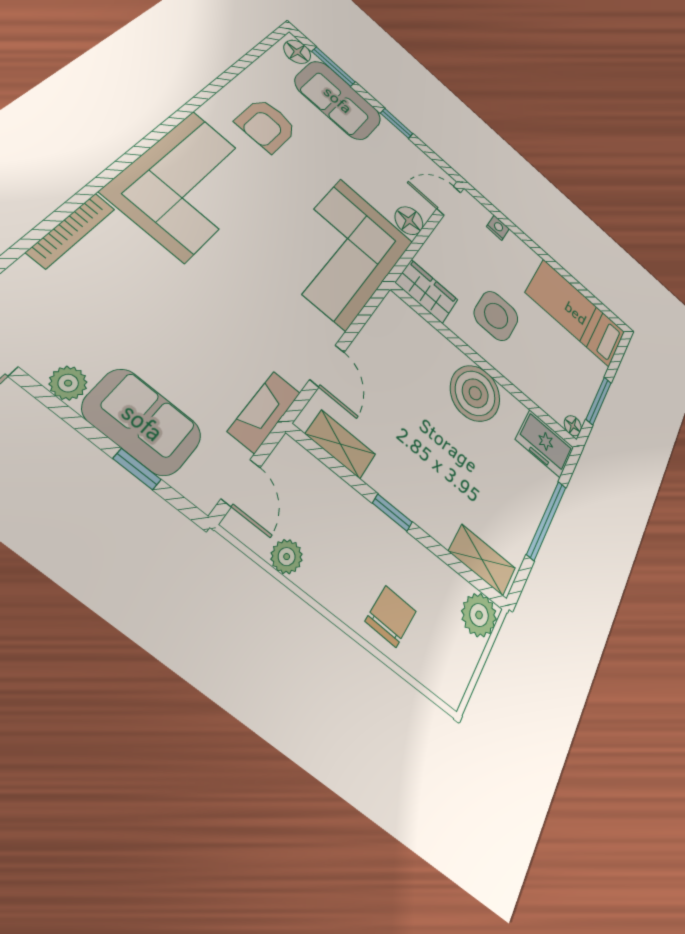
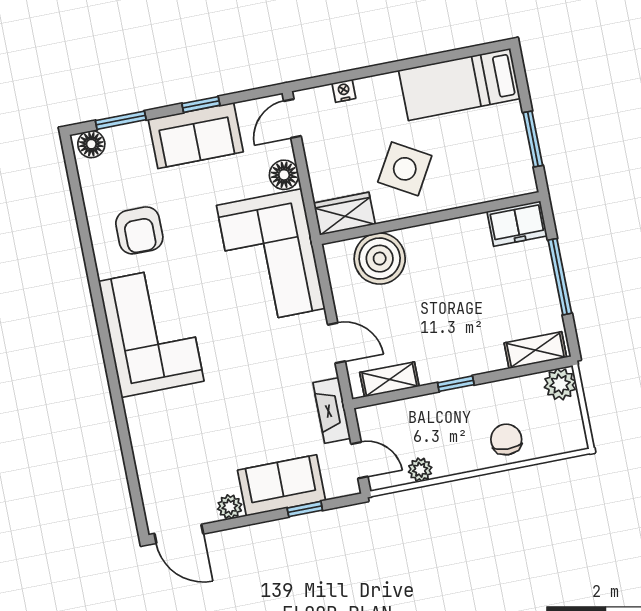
sofa: (338, 100) -> (196, 136), moved
bookcase: (71, 230) -> (138, 434), removed
side table: (496, 316) -> (405, 169), turned 30
boiler: (475, 393) -> (380, 259), moved
floor lamp: (573, 426) -> (527, 185), removed

